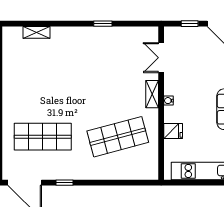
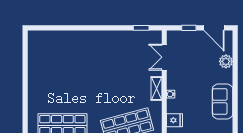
window: (103, 24) -> (141, 28), moved
shelving: (36, 32) -> (57, 36), removed

